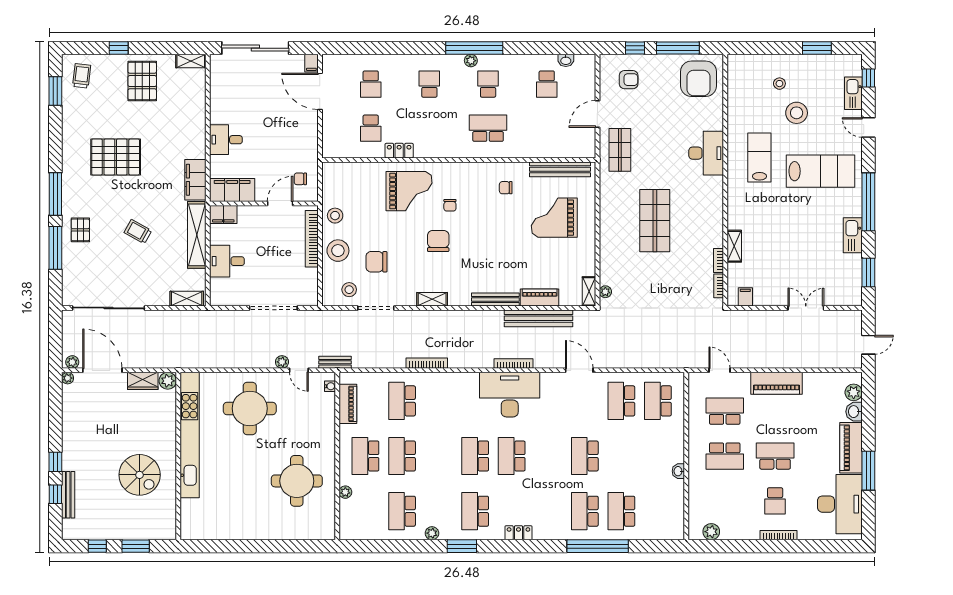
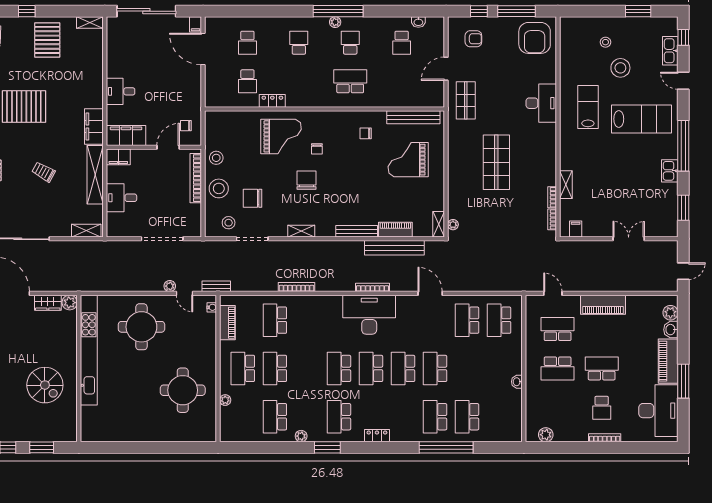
kitchen sink: (853, 235) -> (670, 171), width x0.73
school desk: (548, 456) -> (403, 368), added

